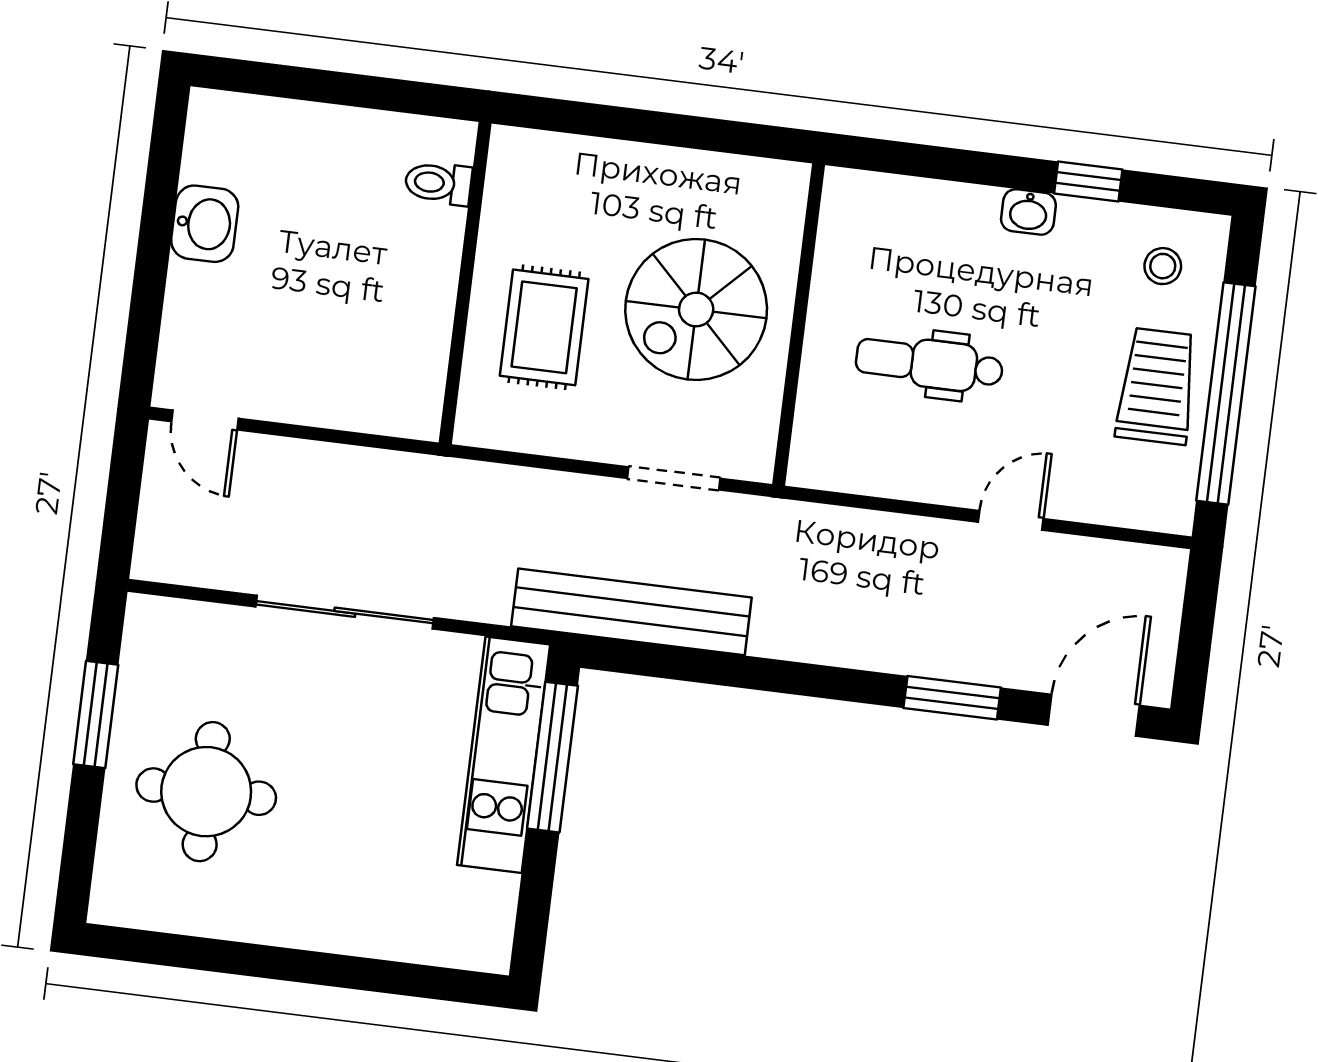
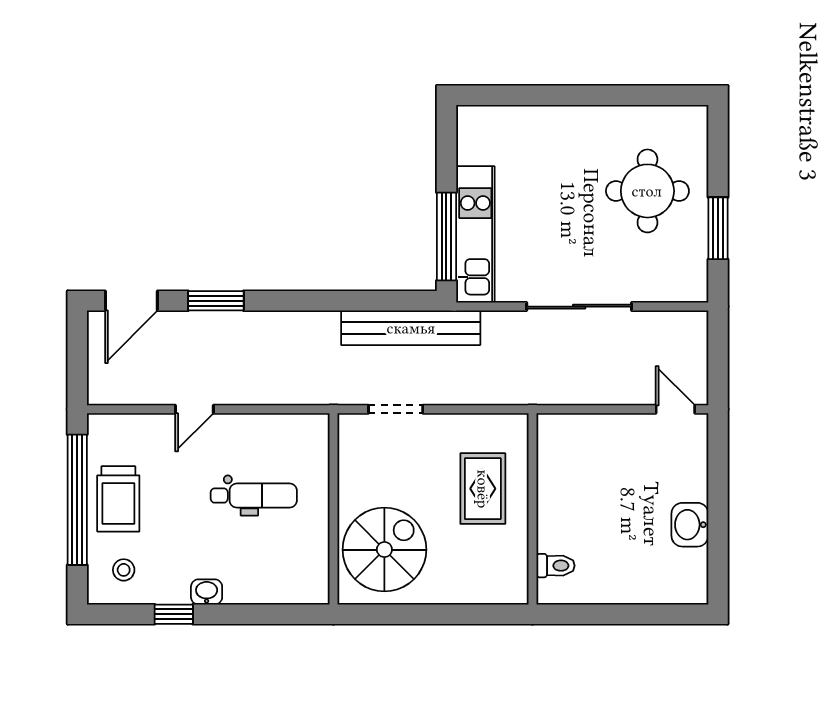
spiral stairs: (696, 309) -> (384, 550), moved

